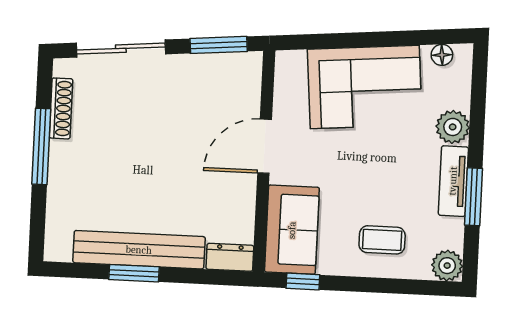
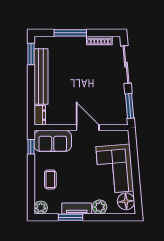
floor lamp: (442, 55) -> (126, 201), width x1.89, depth x1.89
window: (41, 146) -> (70, 33), moved
window: (134, 273) -> (31, 54), moved

